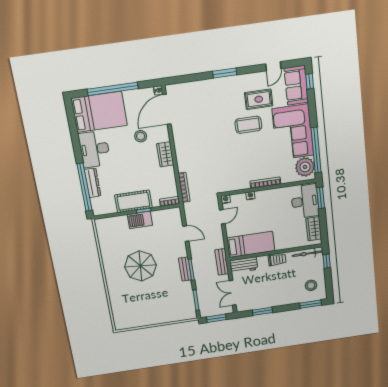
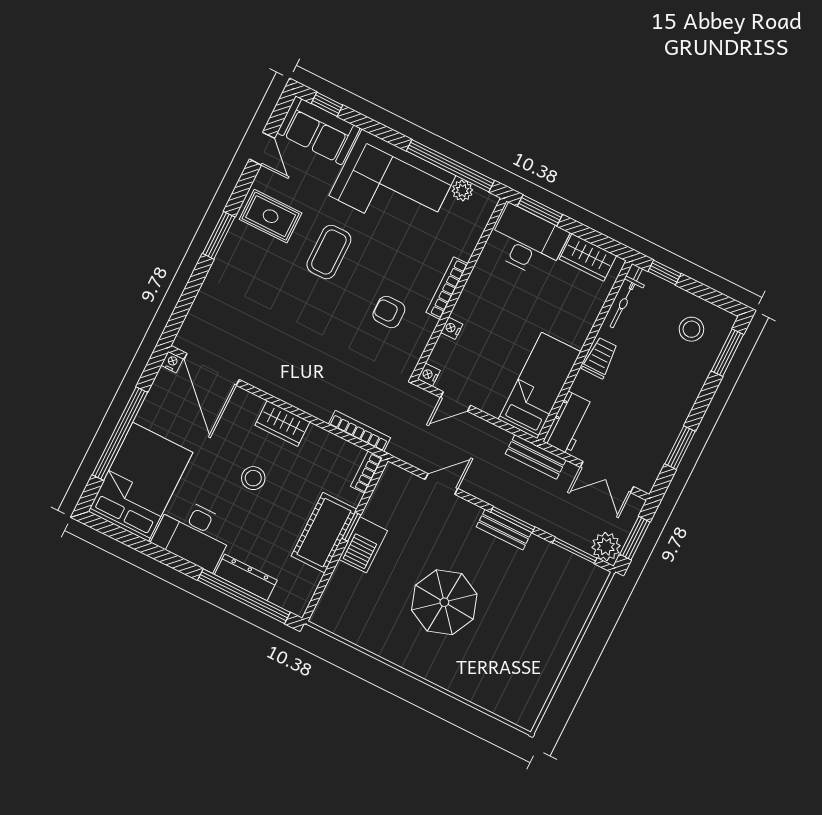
rug: (259, 99) -> (271, 216), moved, turned 90
stool: (141, 136) -> (253, 478), moved
armchair: (240, 166) -> (389, 312), added
plant: (305, 167) -> (462, 191), width x0.53, depth x0.53
door: (222, 217) -> (455, 401), swing flipped
plant: (206, 310) -> (606, 547), added

